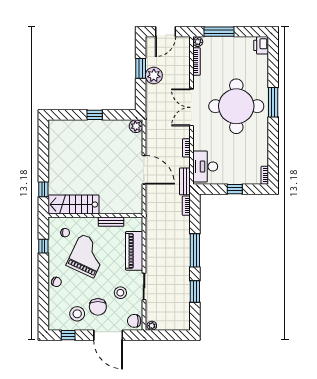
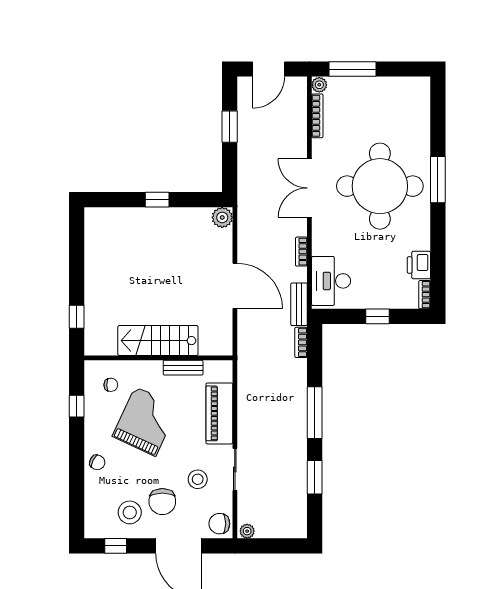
printer: (261, 45) -> (419, 265), moved
plant: (154, 75) -> (250, 138), removed
stairs: (74, 204) -> (158, 341), moved

